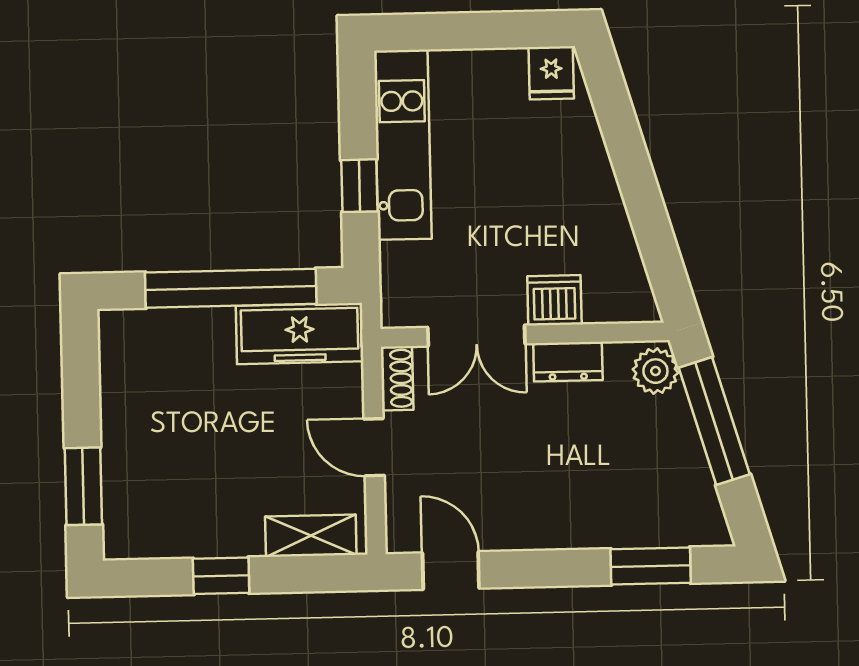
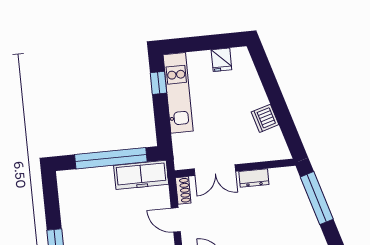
fridge: (551, 73) -> (221, 60), moved
window: (359, 186) -> (158, 83), moved
dishwasher: (554, 300) -> (265, 118), moved, turned -107
plant: (655, 371) -> (291, 179), removed

